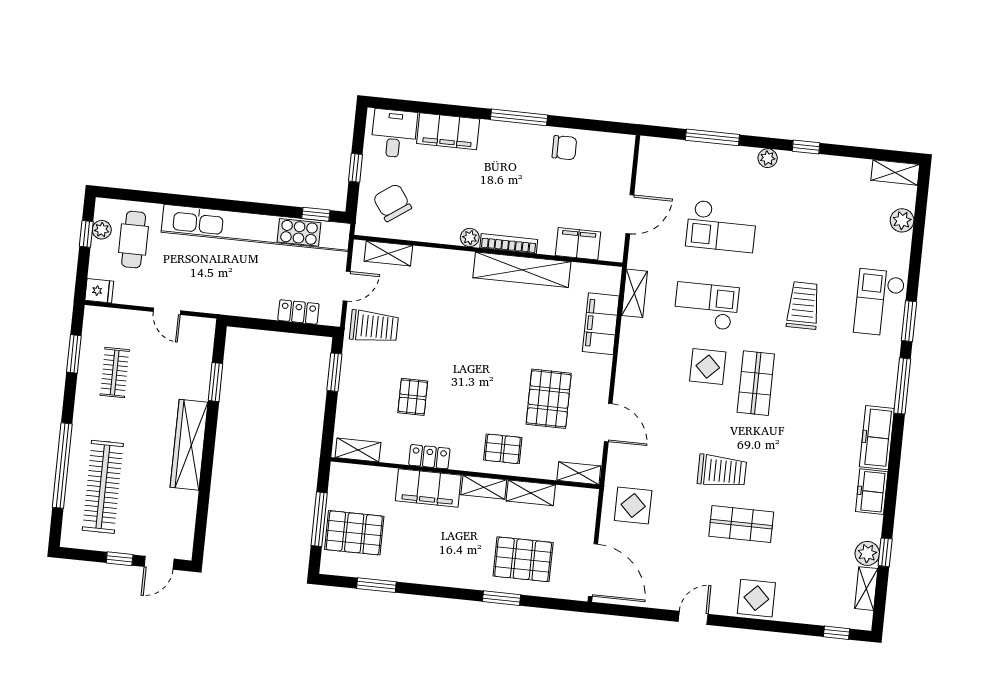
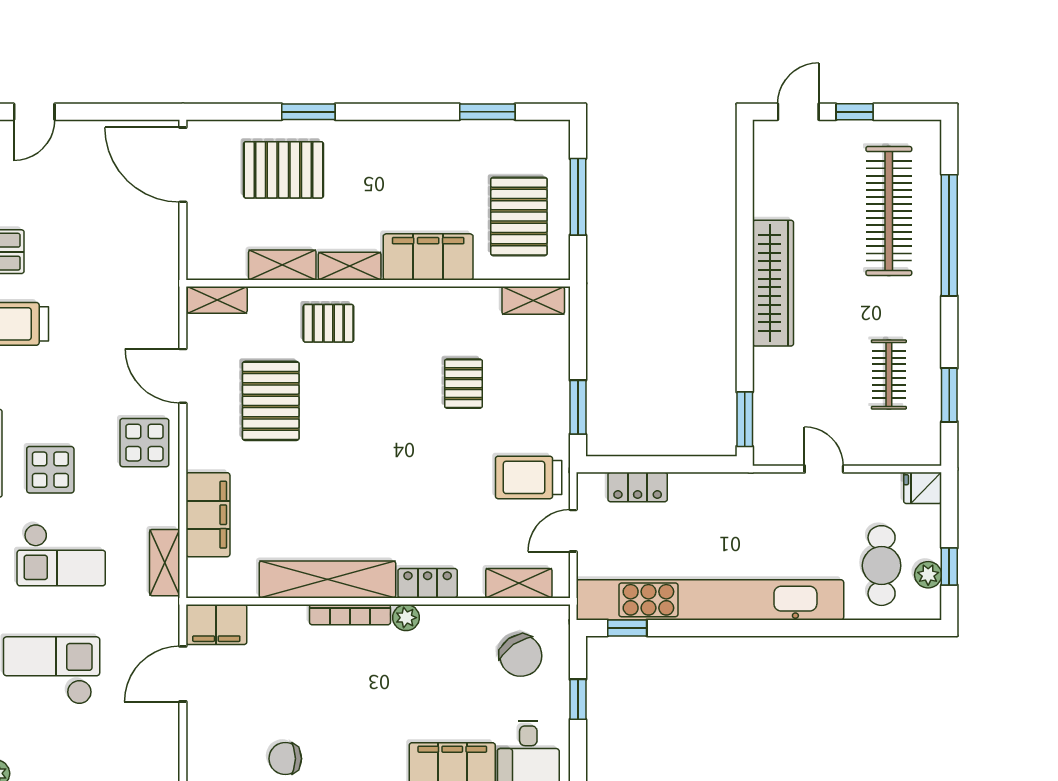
filing cabinet: (578, 244) -> (216, 625), moved
window: (216, 382) -> (745, 419), moved
locker: (429, 457) -> (428, 583), moved, turned 180
display table: (633, 505) -> (144, 443), moved
pallet: (354, 533) -> (519, 217), moved, turned 90

